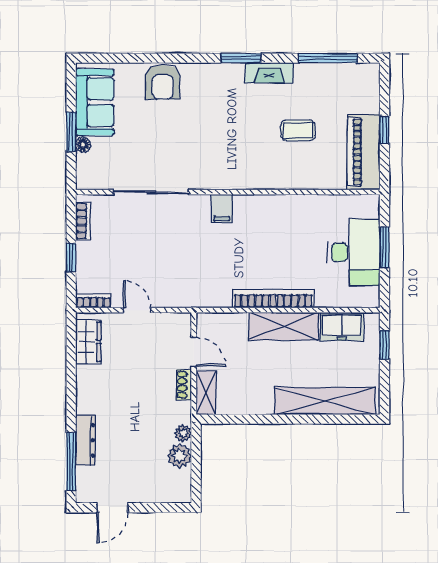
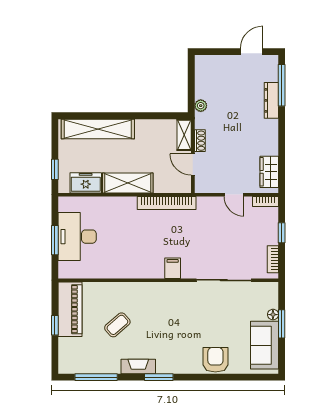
coffee table: (298, 130) -> (117, 325), turned -41
bookcase: (273, 299) -> (167, 203), moved
plant: (179, 456) -> (203, 89), removed

